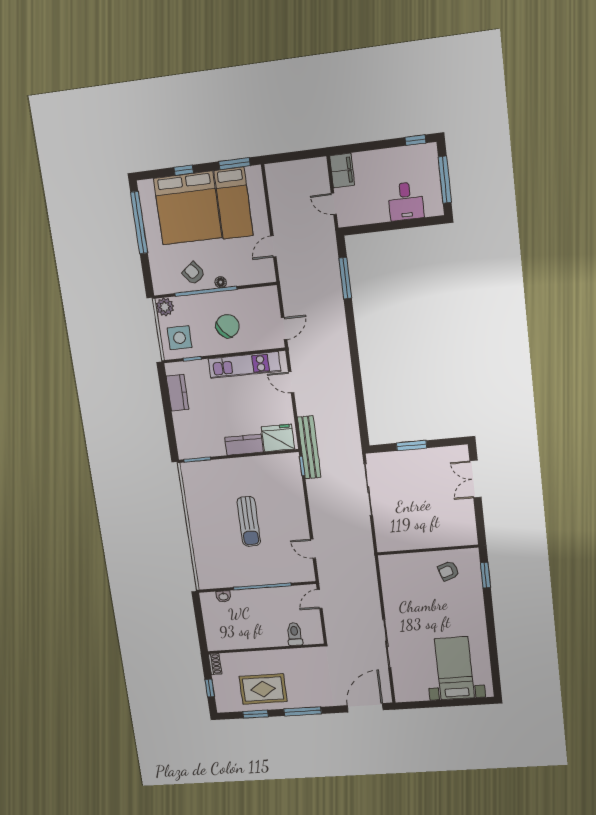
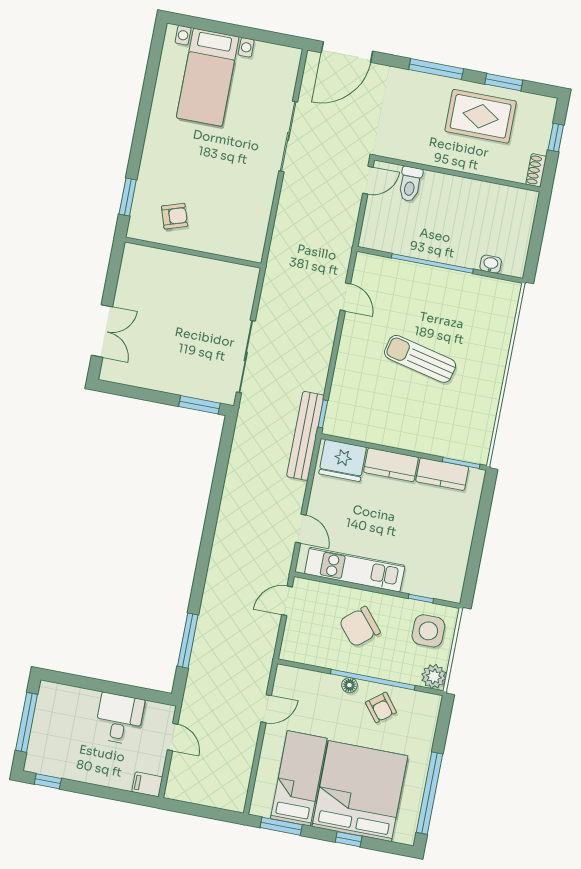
filing cabinet: (342, 170) -> (147, 784), width x0.50
desk: (406, 201) -> (119, 719), moved
kitchen counter: (178, 393) -> (442, 474), moved, turned -90
window: (412, 446) -> (199, 405), moved
sun lounger: (249, 521) -> (420, 359), turned -77
door: (320, 599) -> (368, 180), moved

